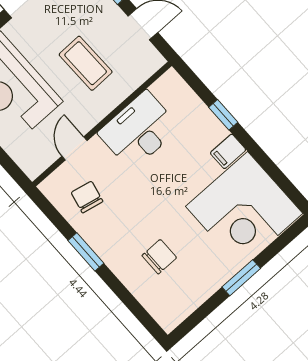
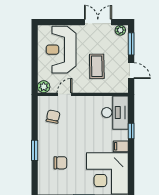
desk: (139, 130) -> (115, 113), moved, turned 90
plant: (33, 165) -> (44, 87), added
window: (86, 252) -> (35, 150), moved

